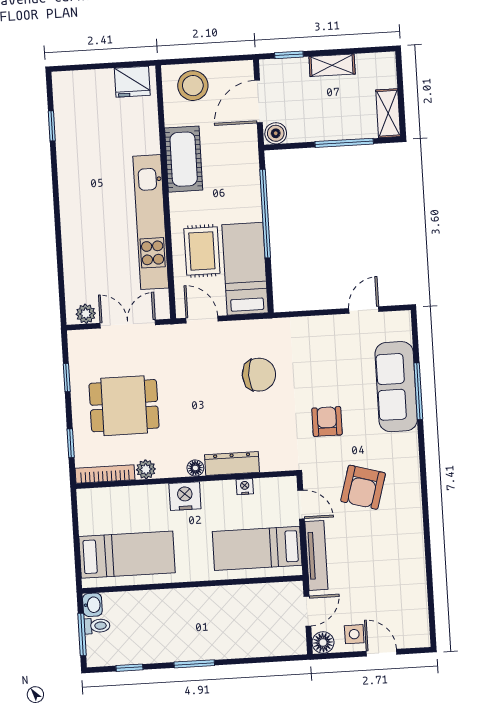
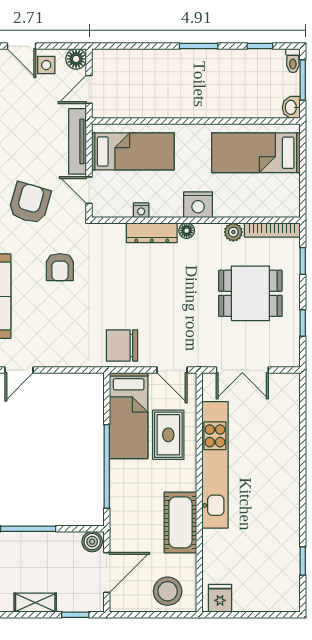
fridge: (132, 82) -> (220, 598), width x0.72
plant: (86, 314) -> (281, 382), removed
chair: (259, 375) -> (122, 345), moved
toilet: (97, 626) -> (293, 61), moved, turned -90

